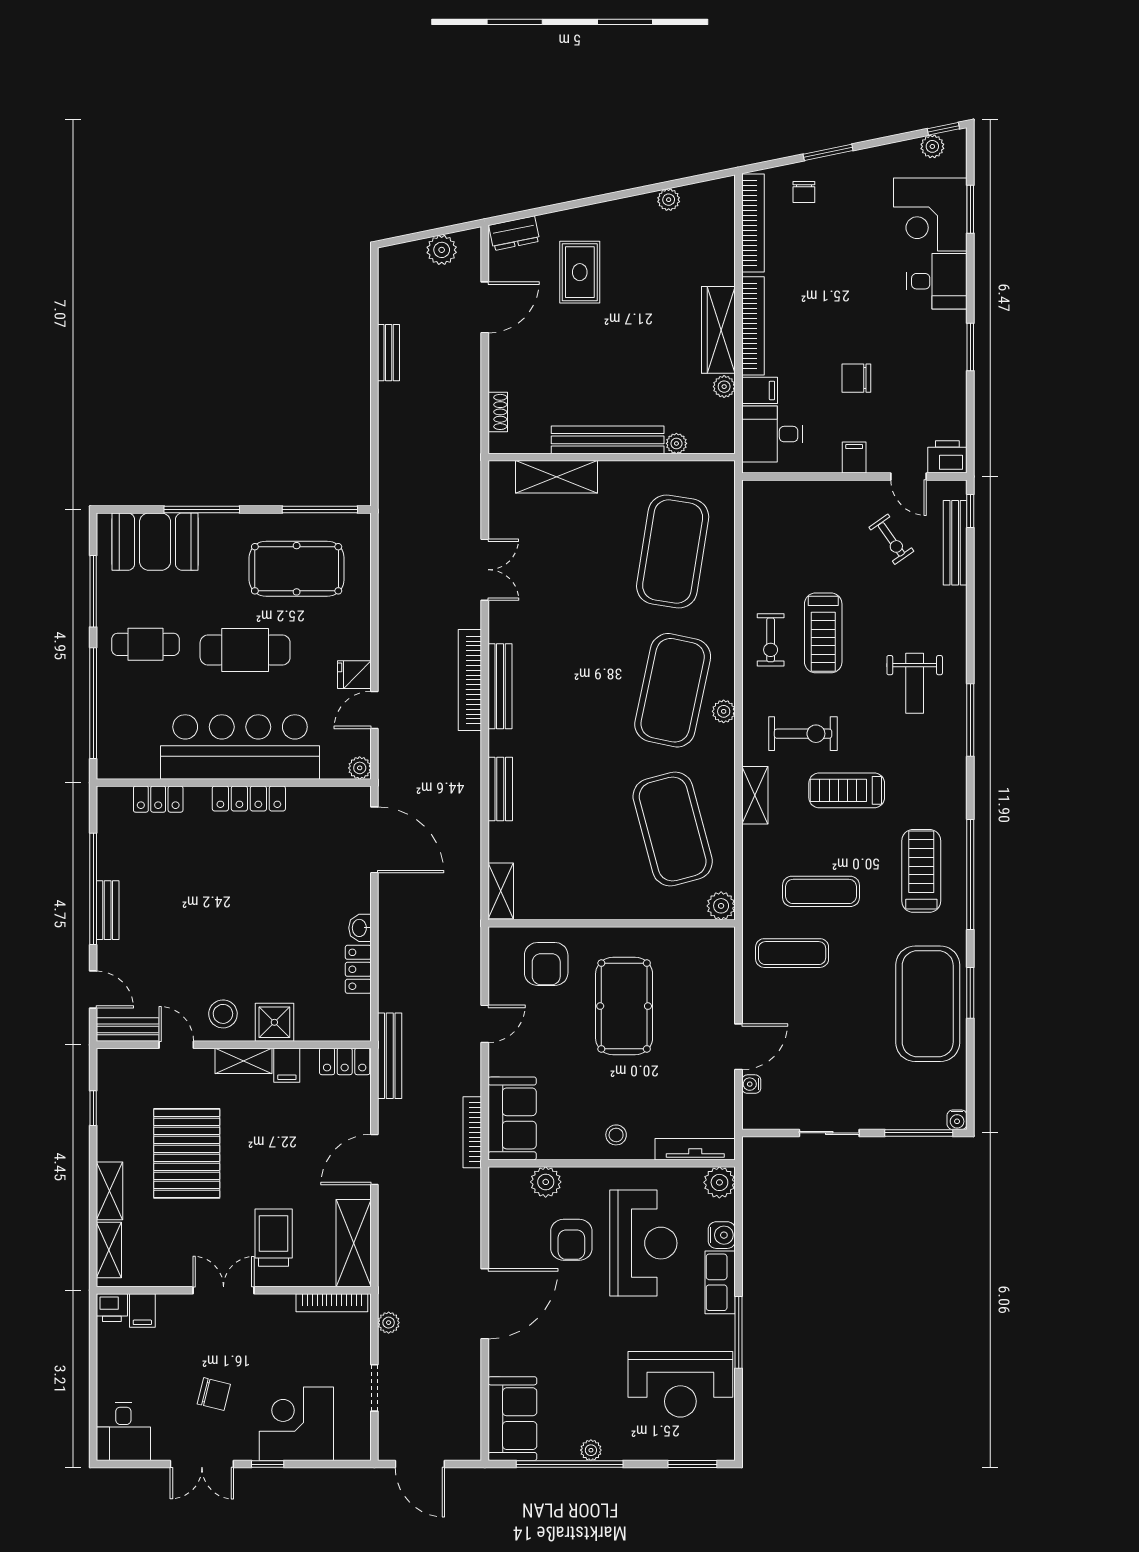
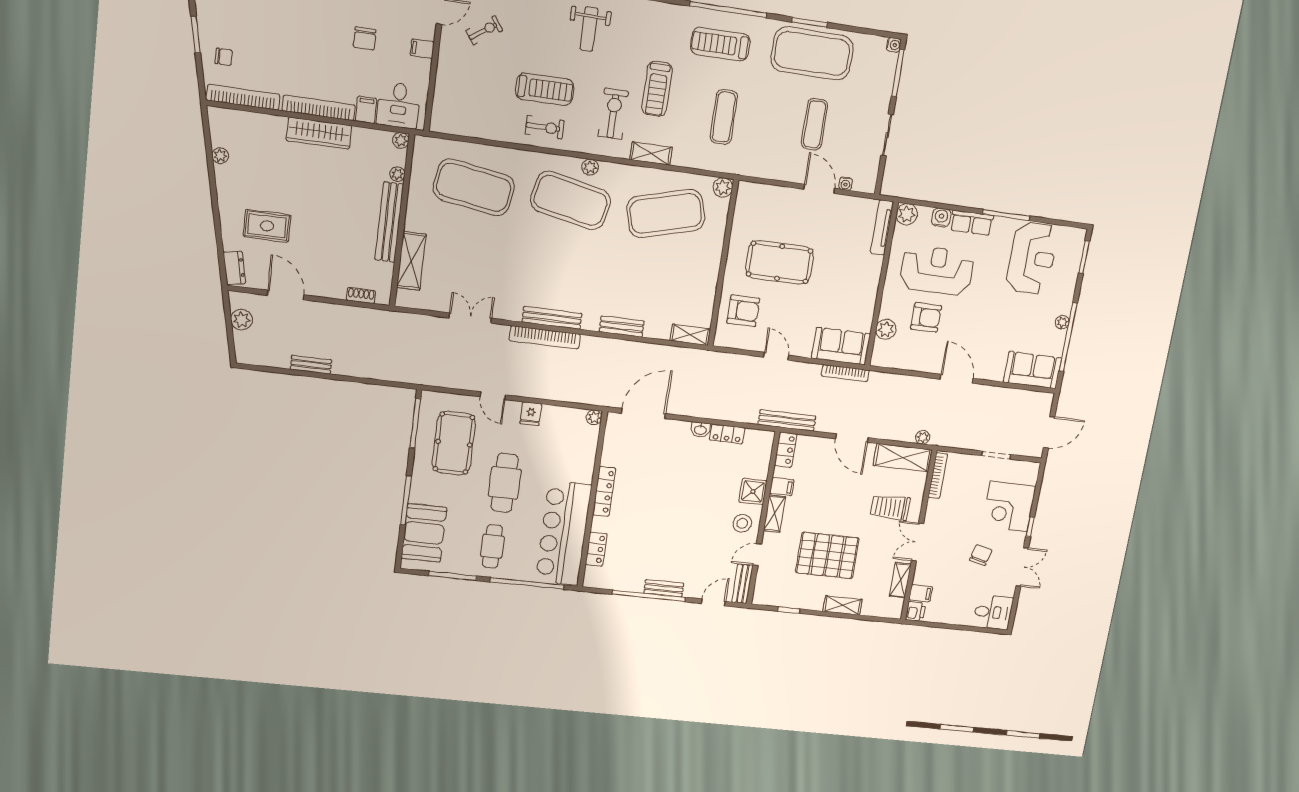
plant: (724, 387) -> (401, 140), moved
weight bench: (915, 683) -> (589, 29), turned 90
door: (374, 710) -> (493, 396), moved
bar counter: (240, 747) -> (563, 533), moved
exercise mat: (792, 953) -> (814, 124), moved
stool: (616, 1135) -> (863, 279), removed
shelving: (109, 1250) -> (900, 580), moved, turned 90
door: (485, 1304) -> (957, 379), width x0.73
plant: (389, 1323) -> (923, 437), moved

